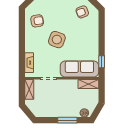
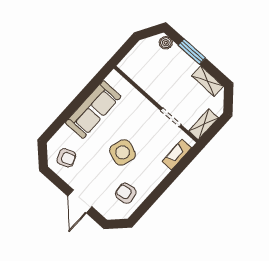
window: (102, 62) -> (95, 83), removed
sofa: (79, 69) -> (93, 110), moved, turned -90
shelving: (88, 84) -> (207, 81), moved

